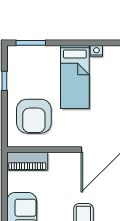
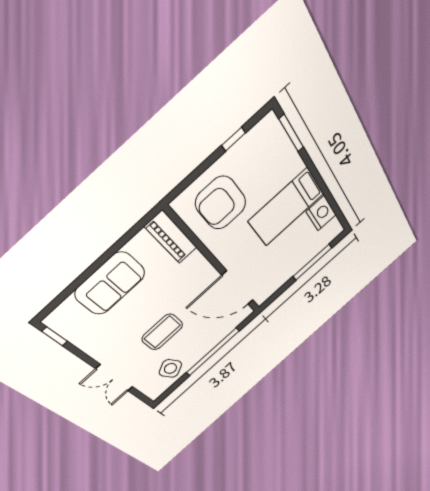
nightstand: (96, 51) -> (321, 213), width x1.89, depth x1.79

